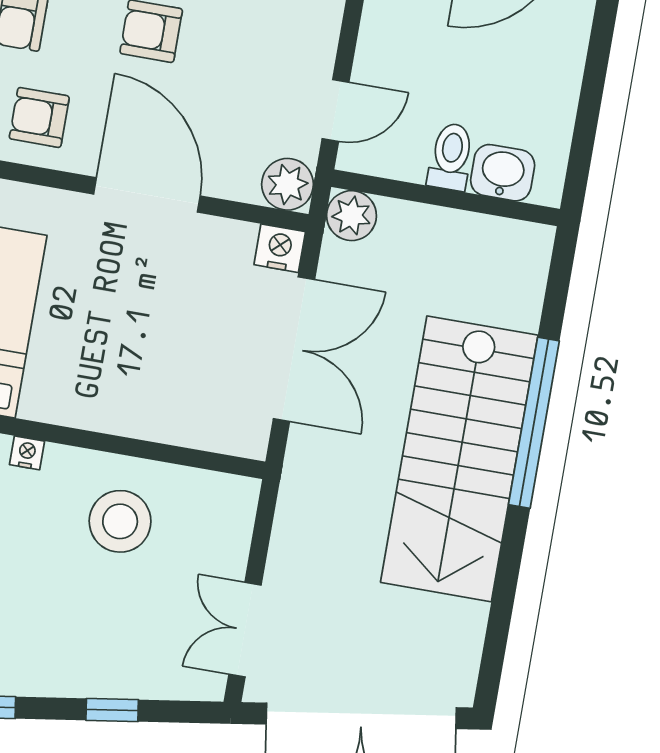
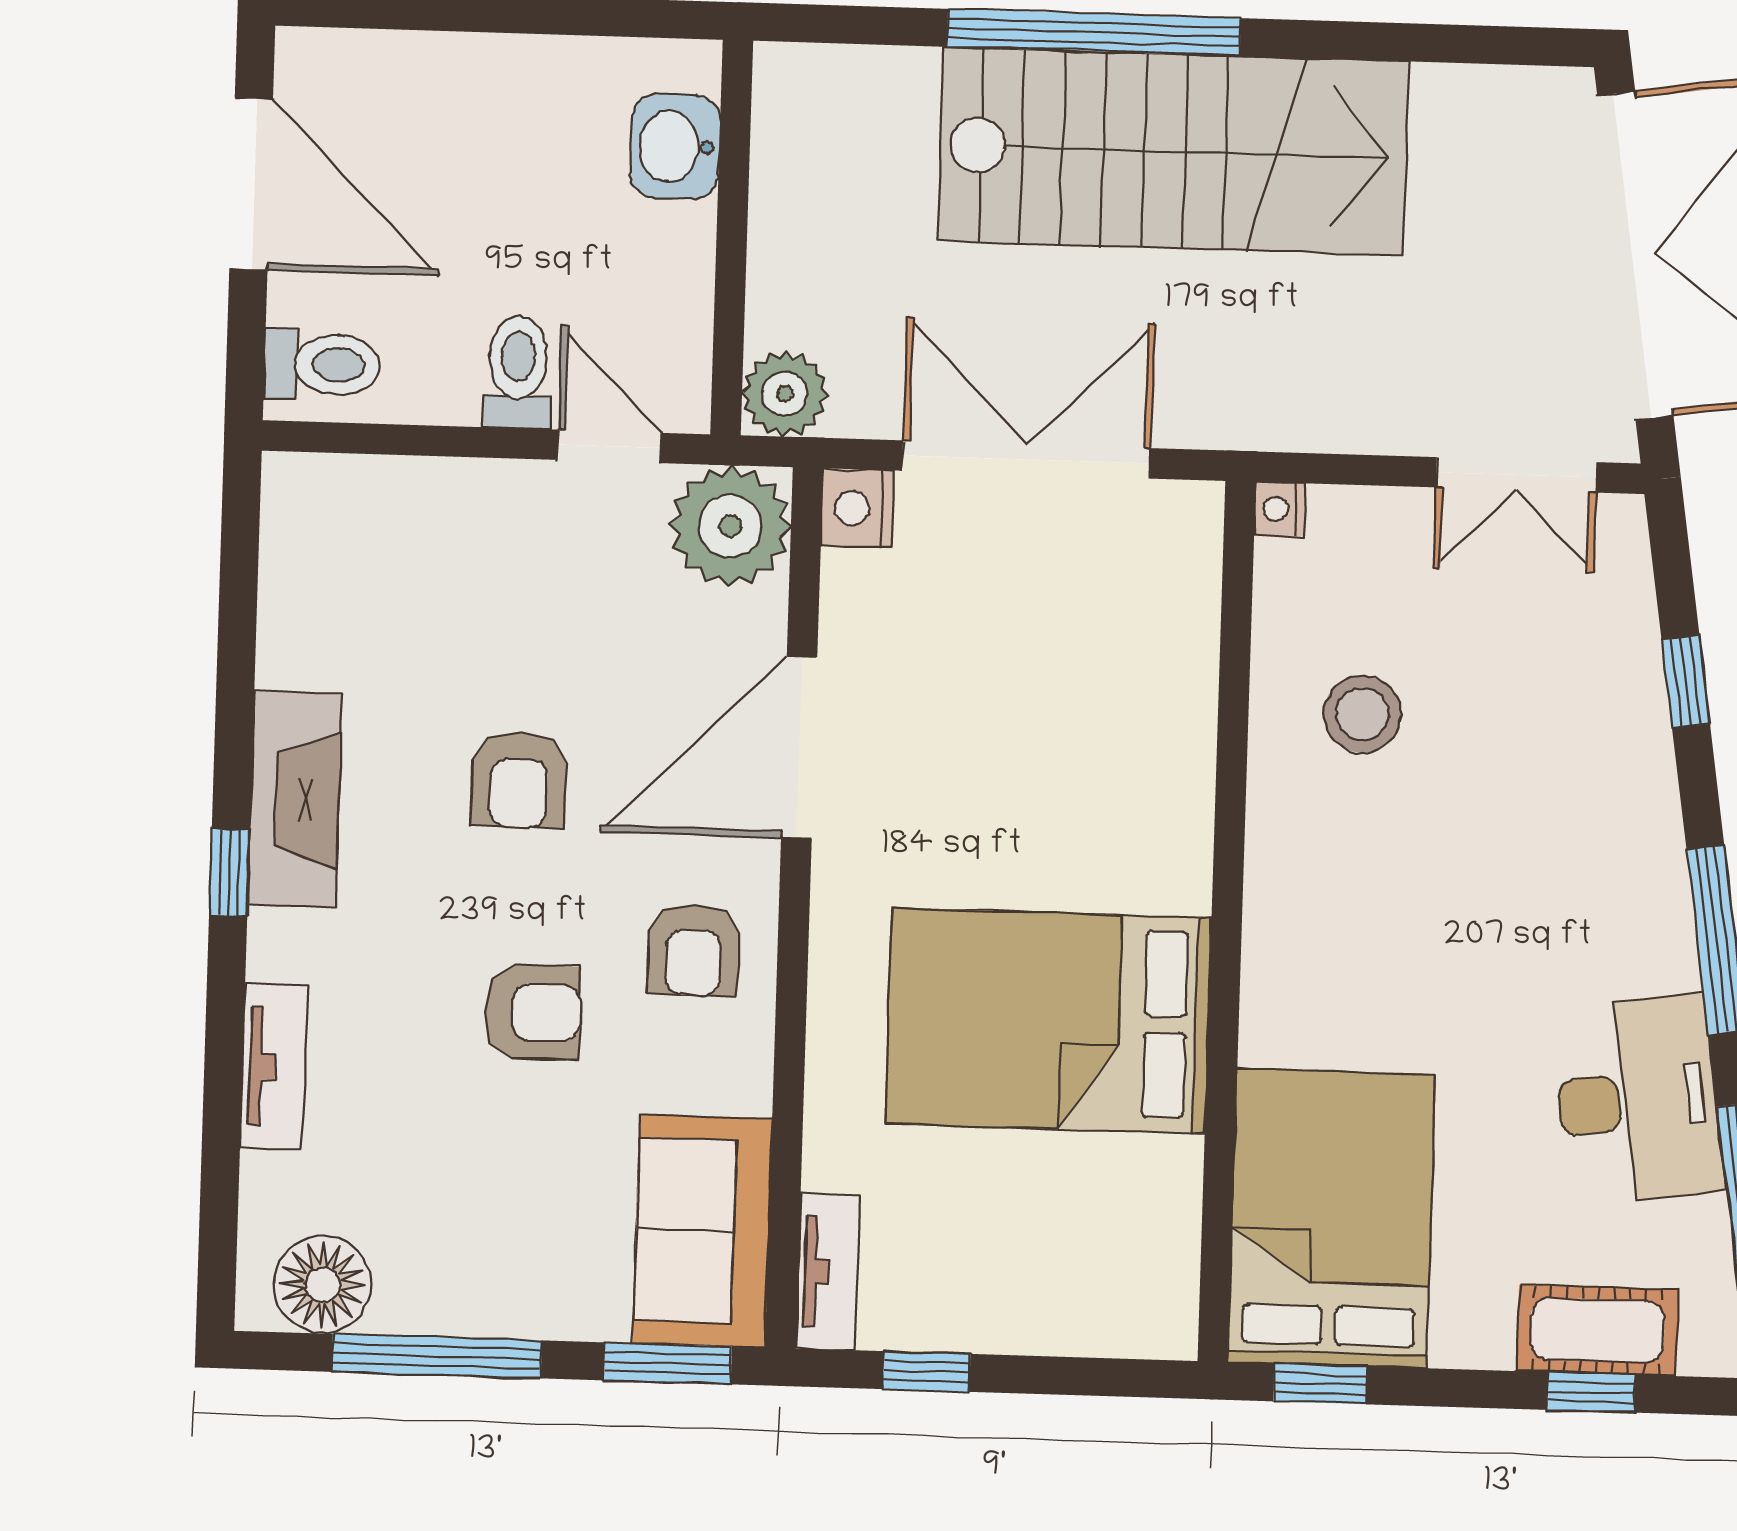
toilet: (451, 157) -> (518, 372), moved, turned 90
plant: (288, 184) -> (730, 526), width x1.36, depth x1.36
nightstand: (27, 453) -> (1280, 509), moved
stool: (120, 521) -> (1362, 714), width x0.73, depth x0.73

